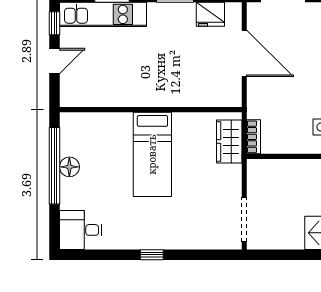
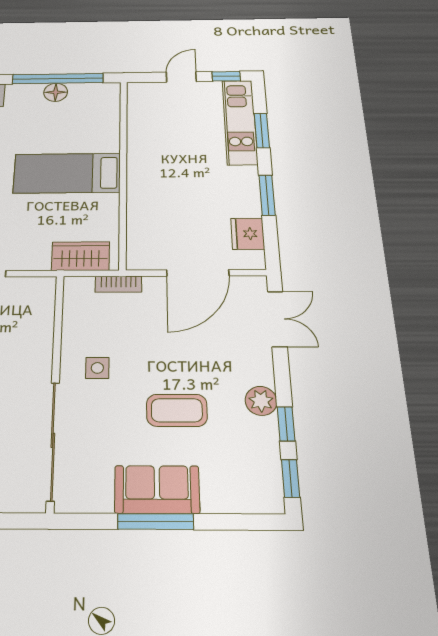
door: (54, 61) -> (181, 77), swing flipped
bookcase: (254, 137) -> (118, 284), moved

